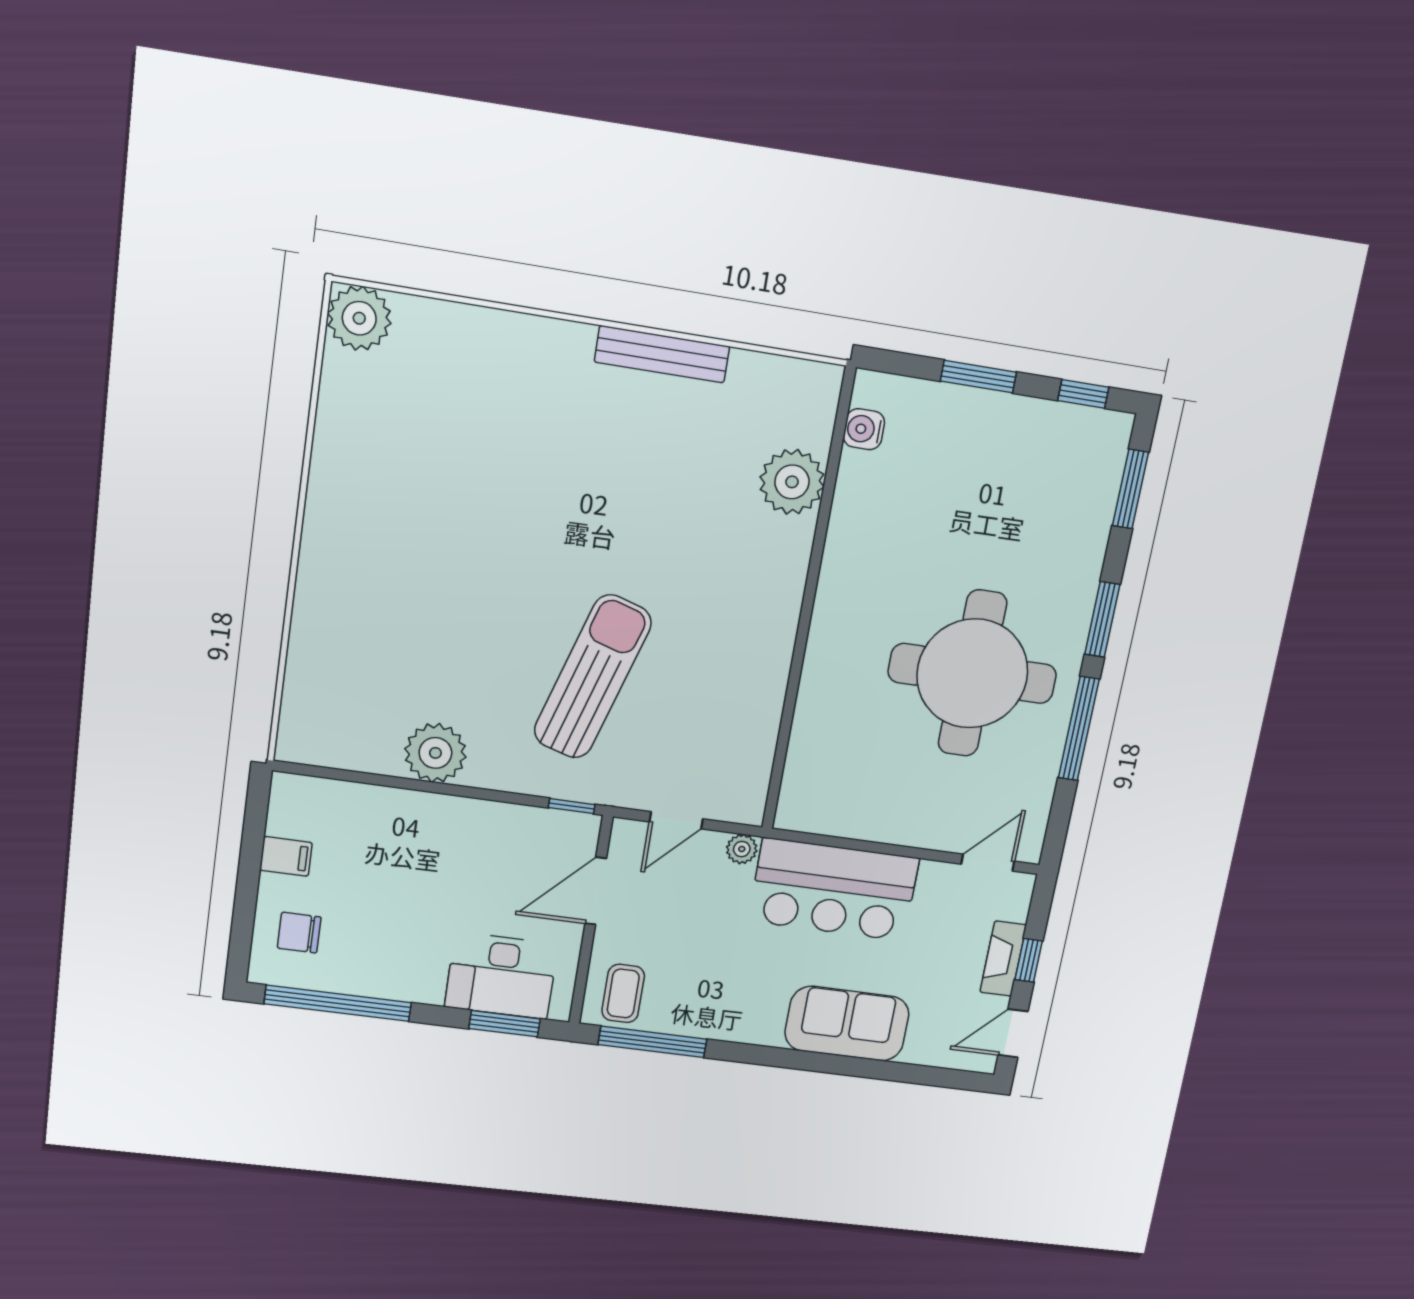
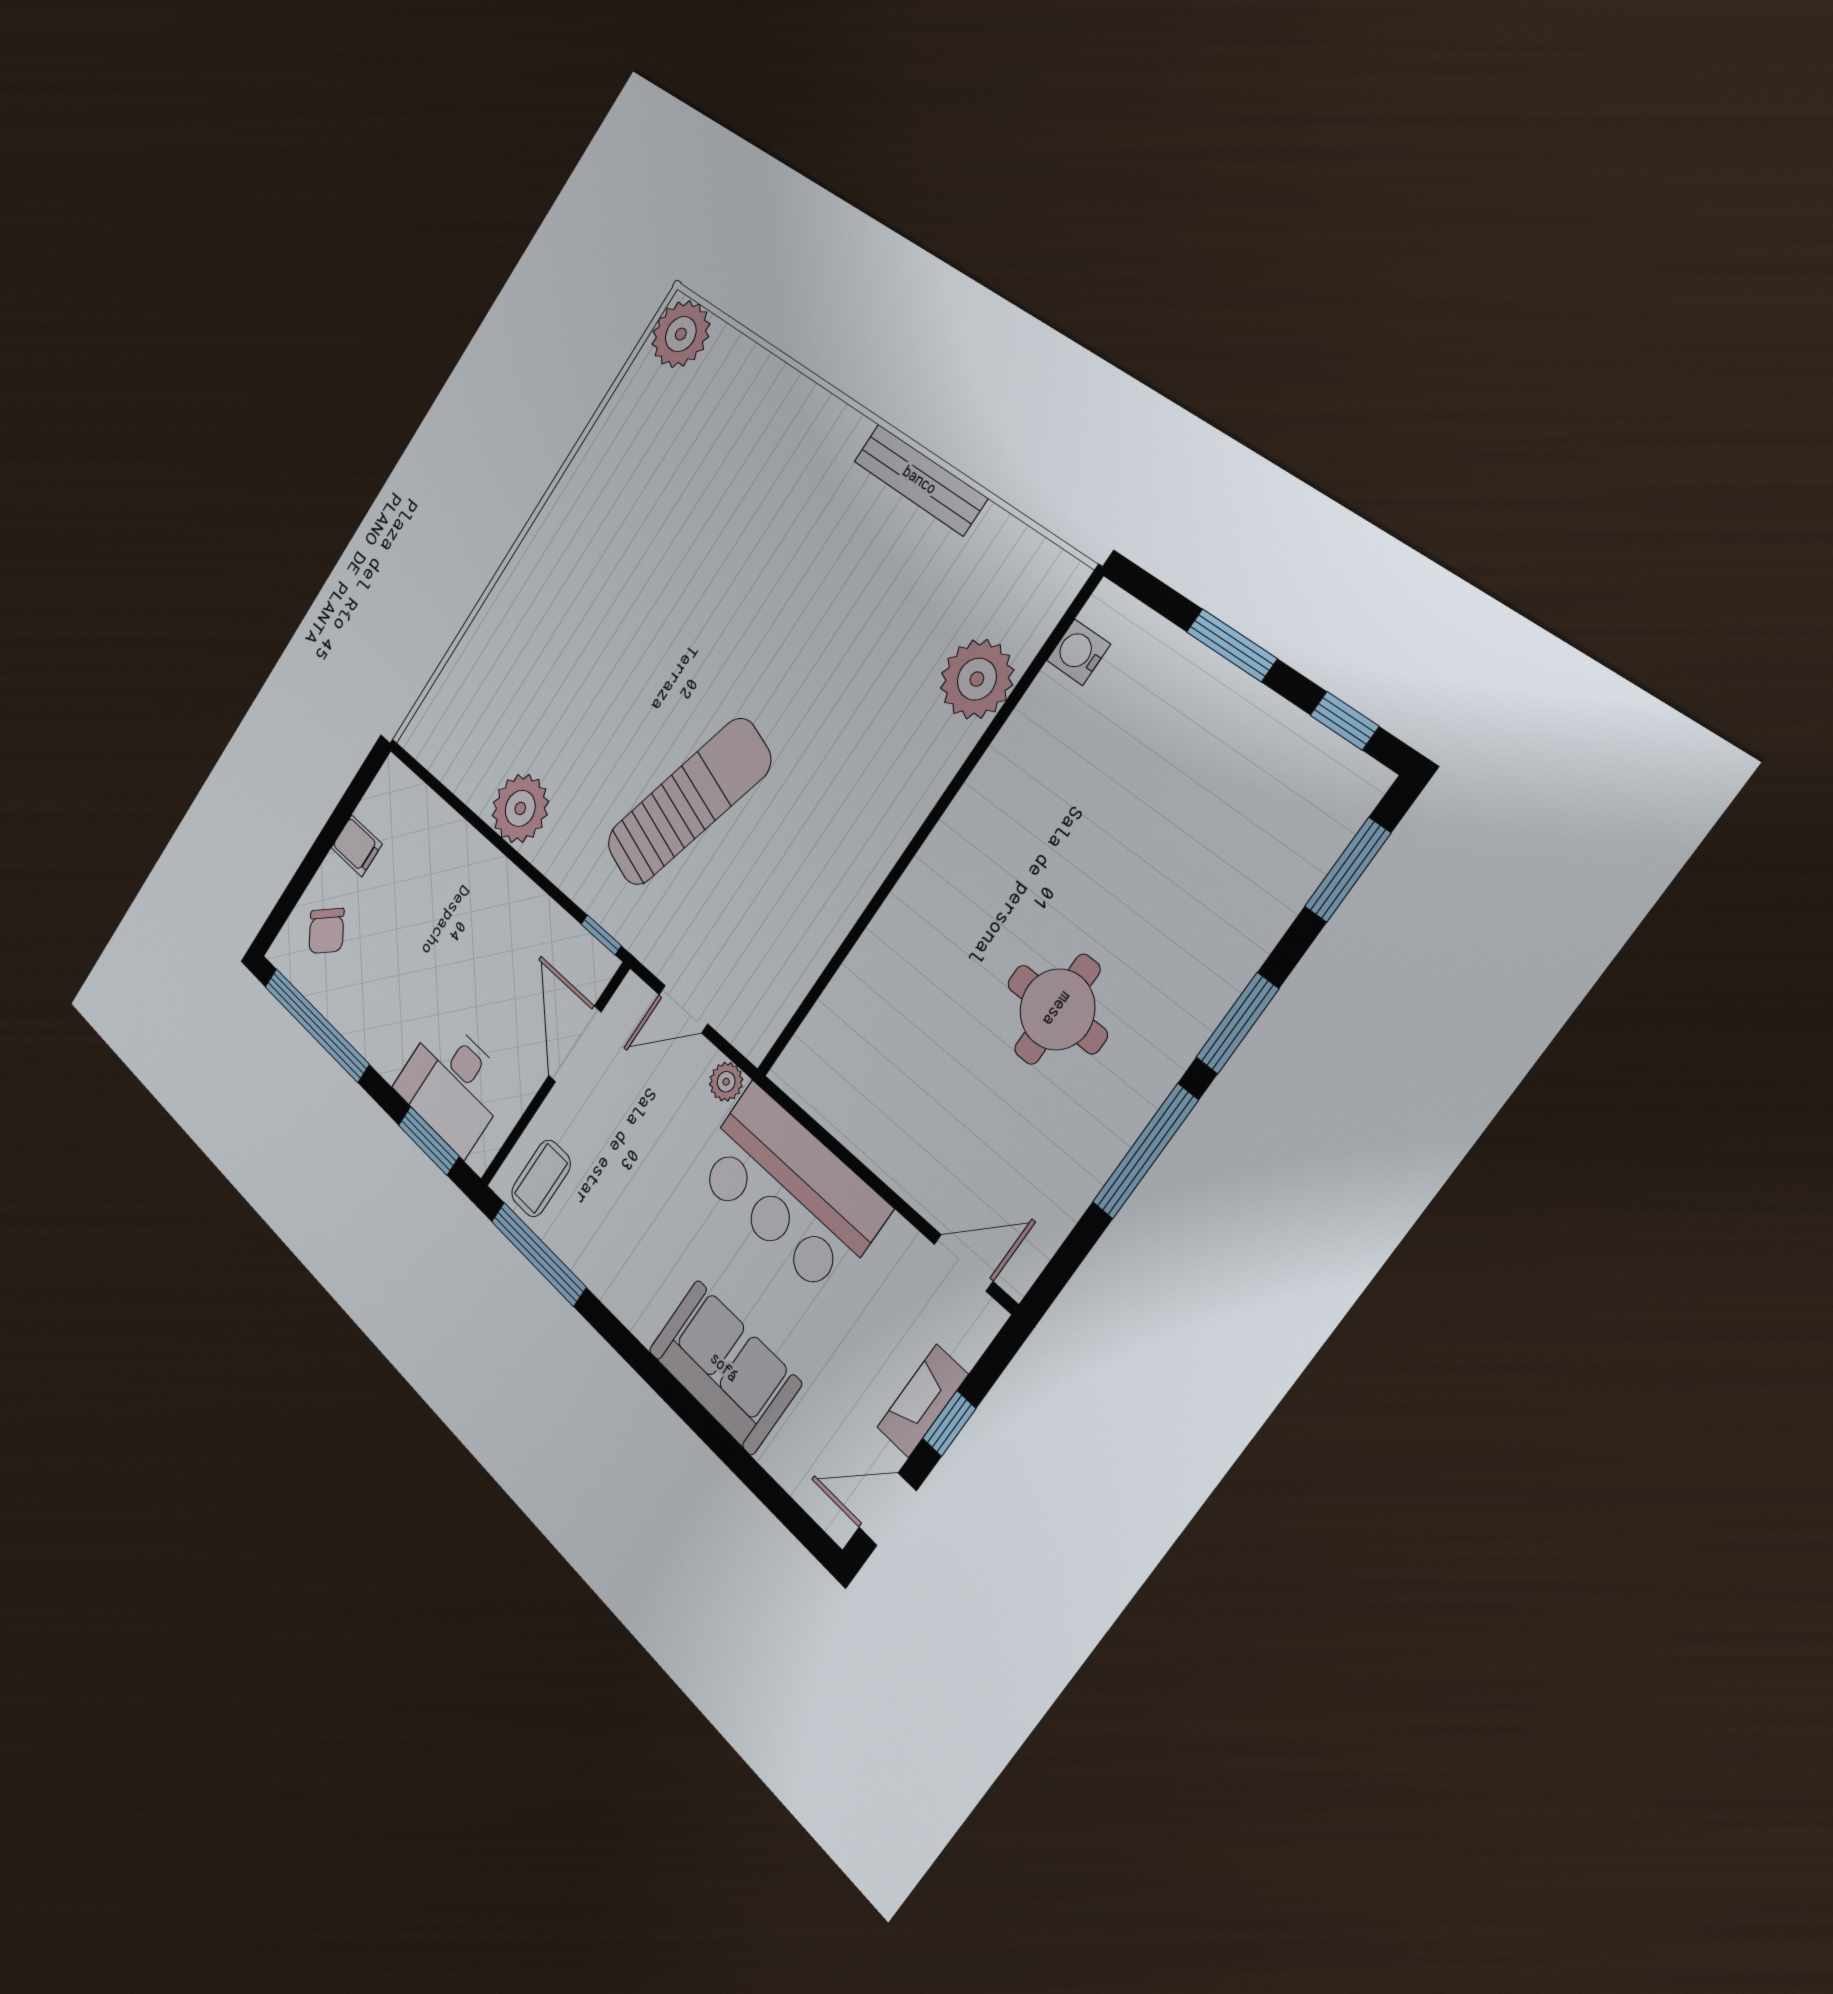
round table: (972, 673) -> (1057, 1009), width x0.54, depth x0.54
door: (596, 891) -> (575, 1044), hinge flipped
chair: (299, 933) -> (326, 931), turned -128

